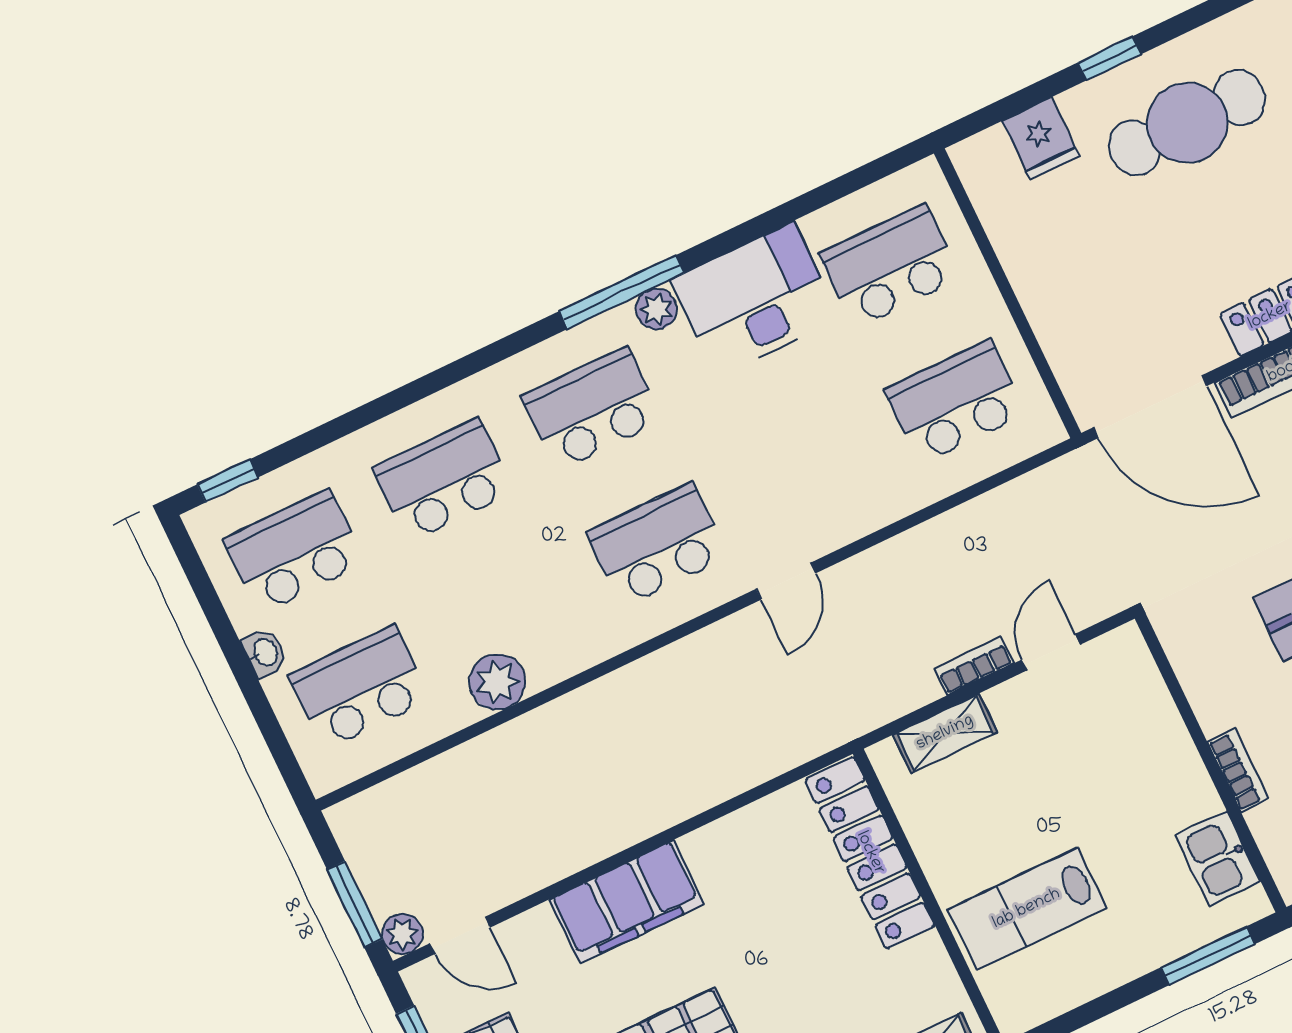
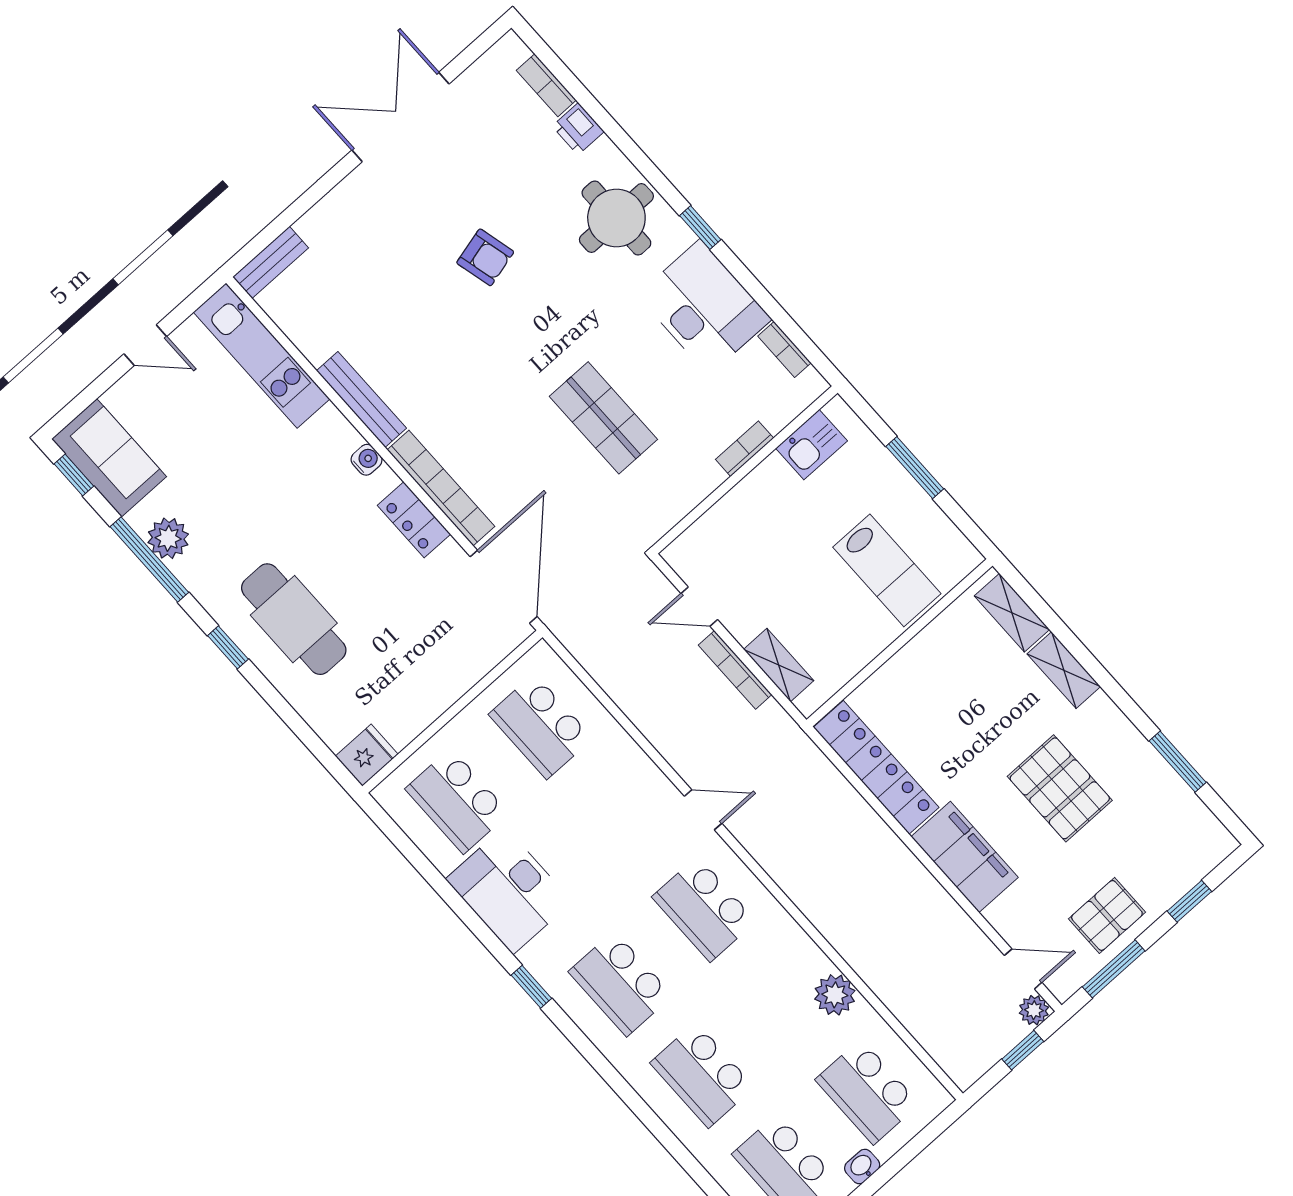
window: (1109, 58) -> (228, 647), moved
fridge: (1041, 139) -> (367, 755), moved
window: (622, 292) -> (531, 987), width x0.46
plant: (656, 309) -> (536, 959), removed
bookcase: (974, 666) -> (735, 670), width x1.56
locker: (870, 853) -> (876, 767), moved, turned -90
window: (355, 904) -> (1023, 1050), width x0.67
door: (460, 935) -> (1023, 969), hinge flipped
window: (1208, 956) -> (915, 468), moved

